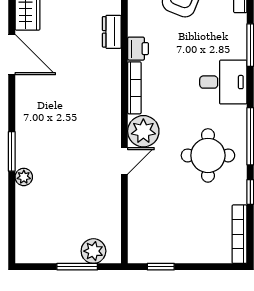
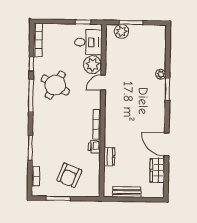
desk: (223, 82) -> (88, 42), moved, turned 180
plant: (143, 131) -> (92, 65), moved
round table: (208, 155) -> (55, 85), turned 30

